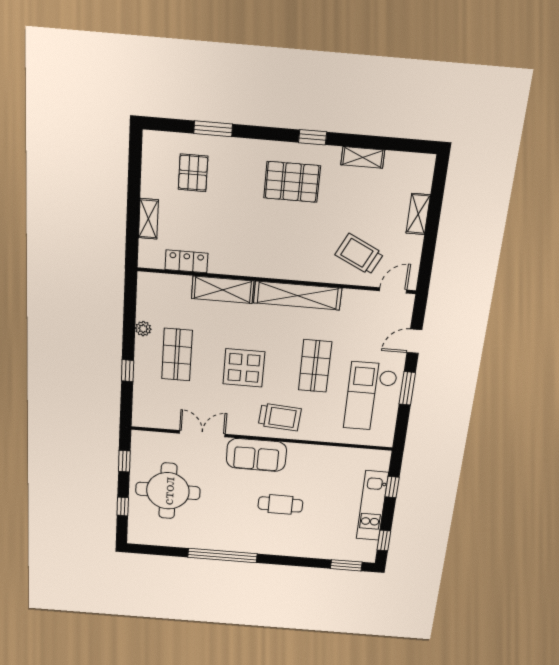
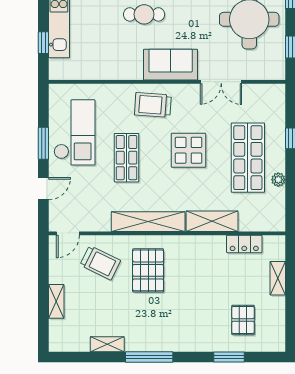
window: (313, 137) -> (149, 357), width x2.17
pallet: (292, 182) -> (148, 270), moved, turned 90
shop shelf: (177, 355) -> (248, 158), width x1.43, depth x1.36

